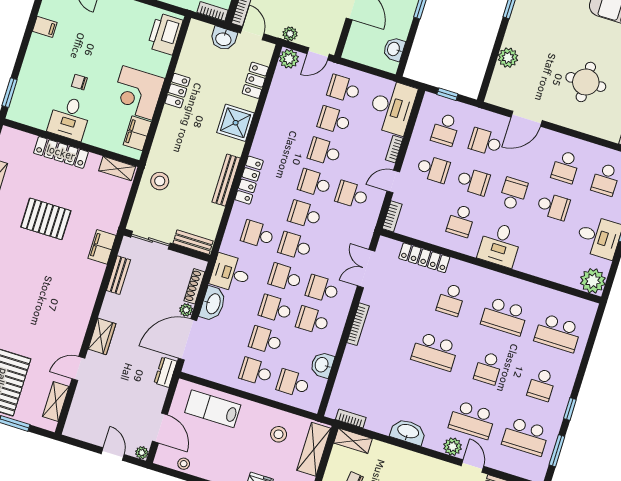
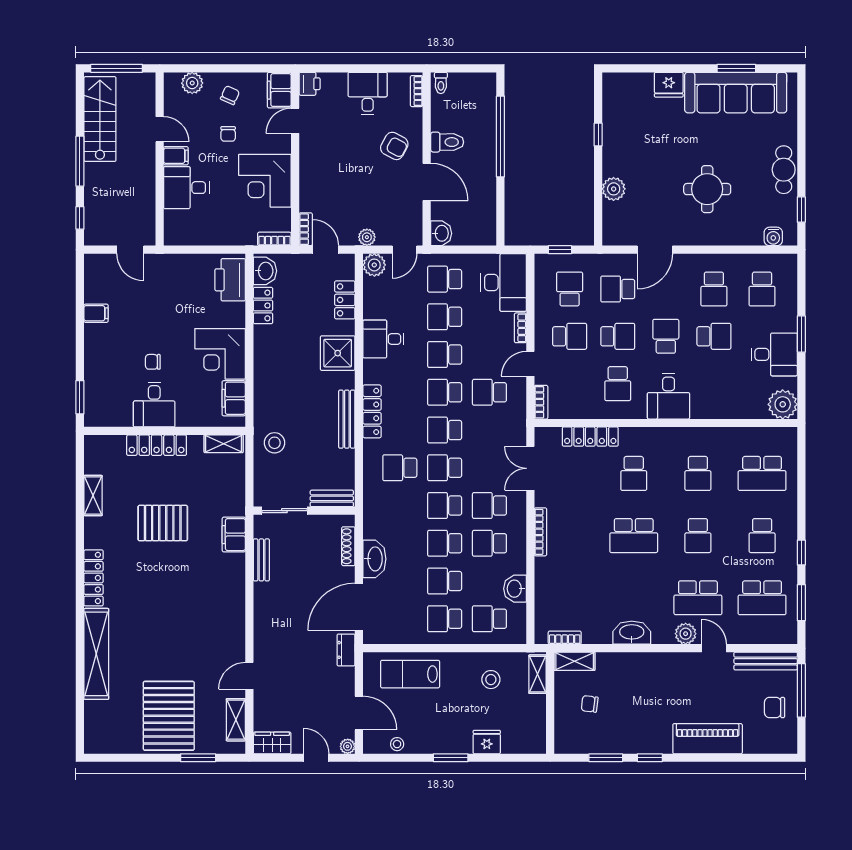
washbasin: (224, 39) -> (265, 271), moved, turned -90
washbasin: (394, 49) -> (441, 233), moved, turned 180
locker: (177, 91) -> (263, 306), moved
school desk: (445, 130) -> (570, 289), turned 180
desk: (230, 273) -> (383, 339), moved
plant: (186, 310) -> (347, 575), removed
school desk: (504, 316) -> (698, 473), width x0.54
wardrobe: (102, 336) -> (272, 743), moved, turned -90
shelving: (314, 449) -> (538, 674), width x0.67, depth x0.75

